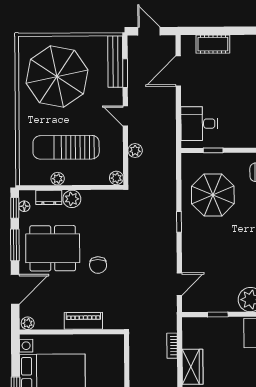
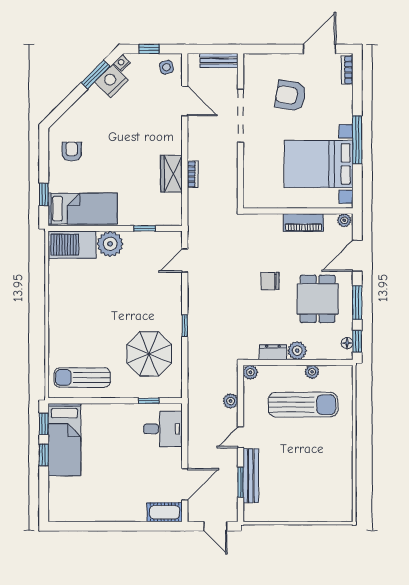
cot: (213, 44) -> (165, 512), moved
bench: (115, 61) -> (251, 476), moved
parasol: (57, 77) -> (312, 479), removed
door: (125, 116) -> (241, 437), swing flipped
dresser: (49, 197) -> (273, 352), moved
dining table: (53, 248) -> (318, 299), width x0.73
chair: (98, 265) -> (270, 281), turned -90
piano: (83, 321) -> (303, 222), moved
bookcase: (172, 346) -> (193, 174), moved

